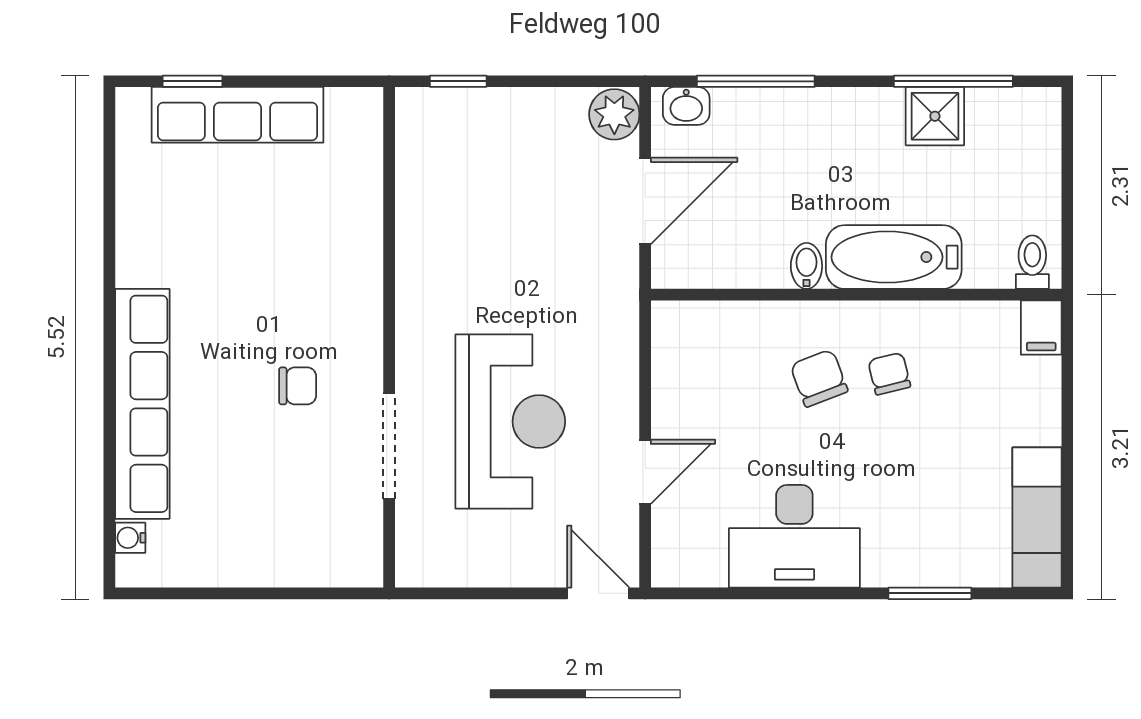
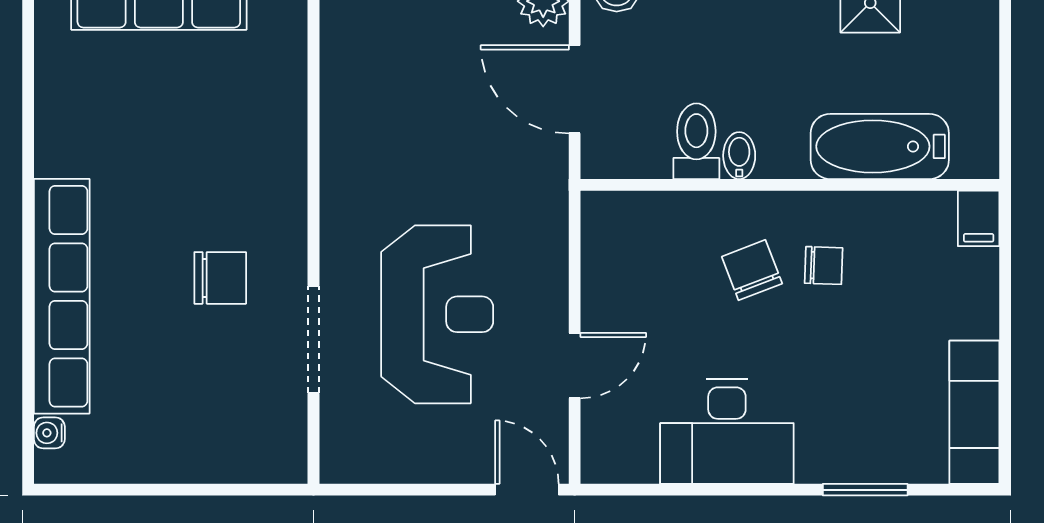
door: (645, 201) -> (575, 89), swing flipped
bathtub: (894, 257) -> (880, 146), moved
toilet: (1032, 262) -> (696, 141), moved, width x1.37, depth x1.39
chair: (889, 374) -> (824, 266), turned 106
chair: (298, 386) -> (220, 278), width x1.37, depth x1.37

